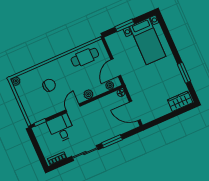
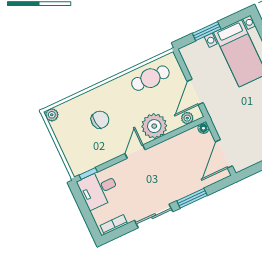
plant: (88, 94) -> (154, 126), width x1.88, depth x1.88
door: (135, 111) -> (224, 154), hinge flipped
desk: (61, 128) -> (99, 189), moved, turned -90

